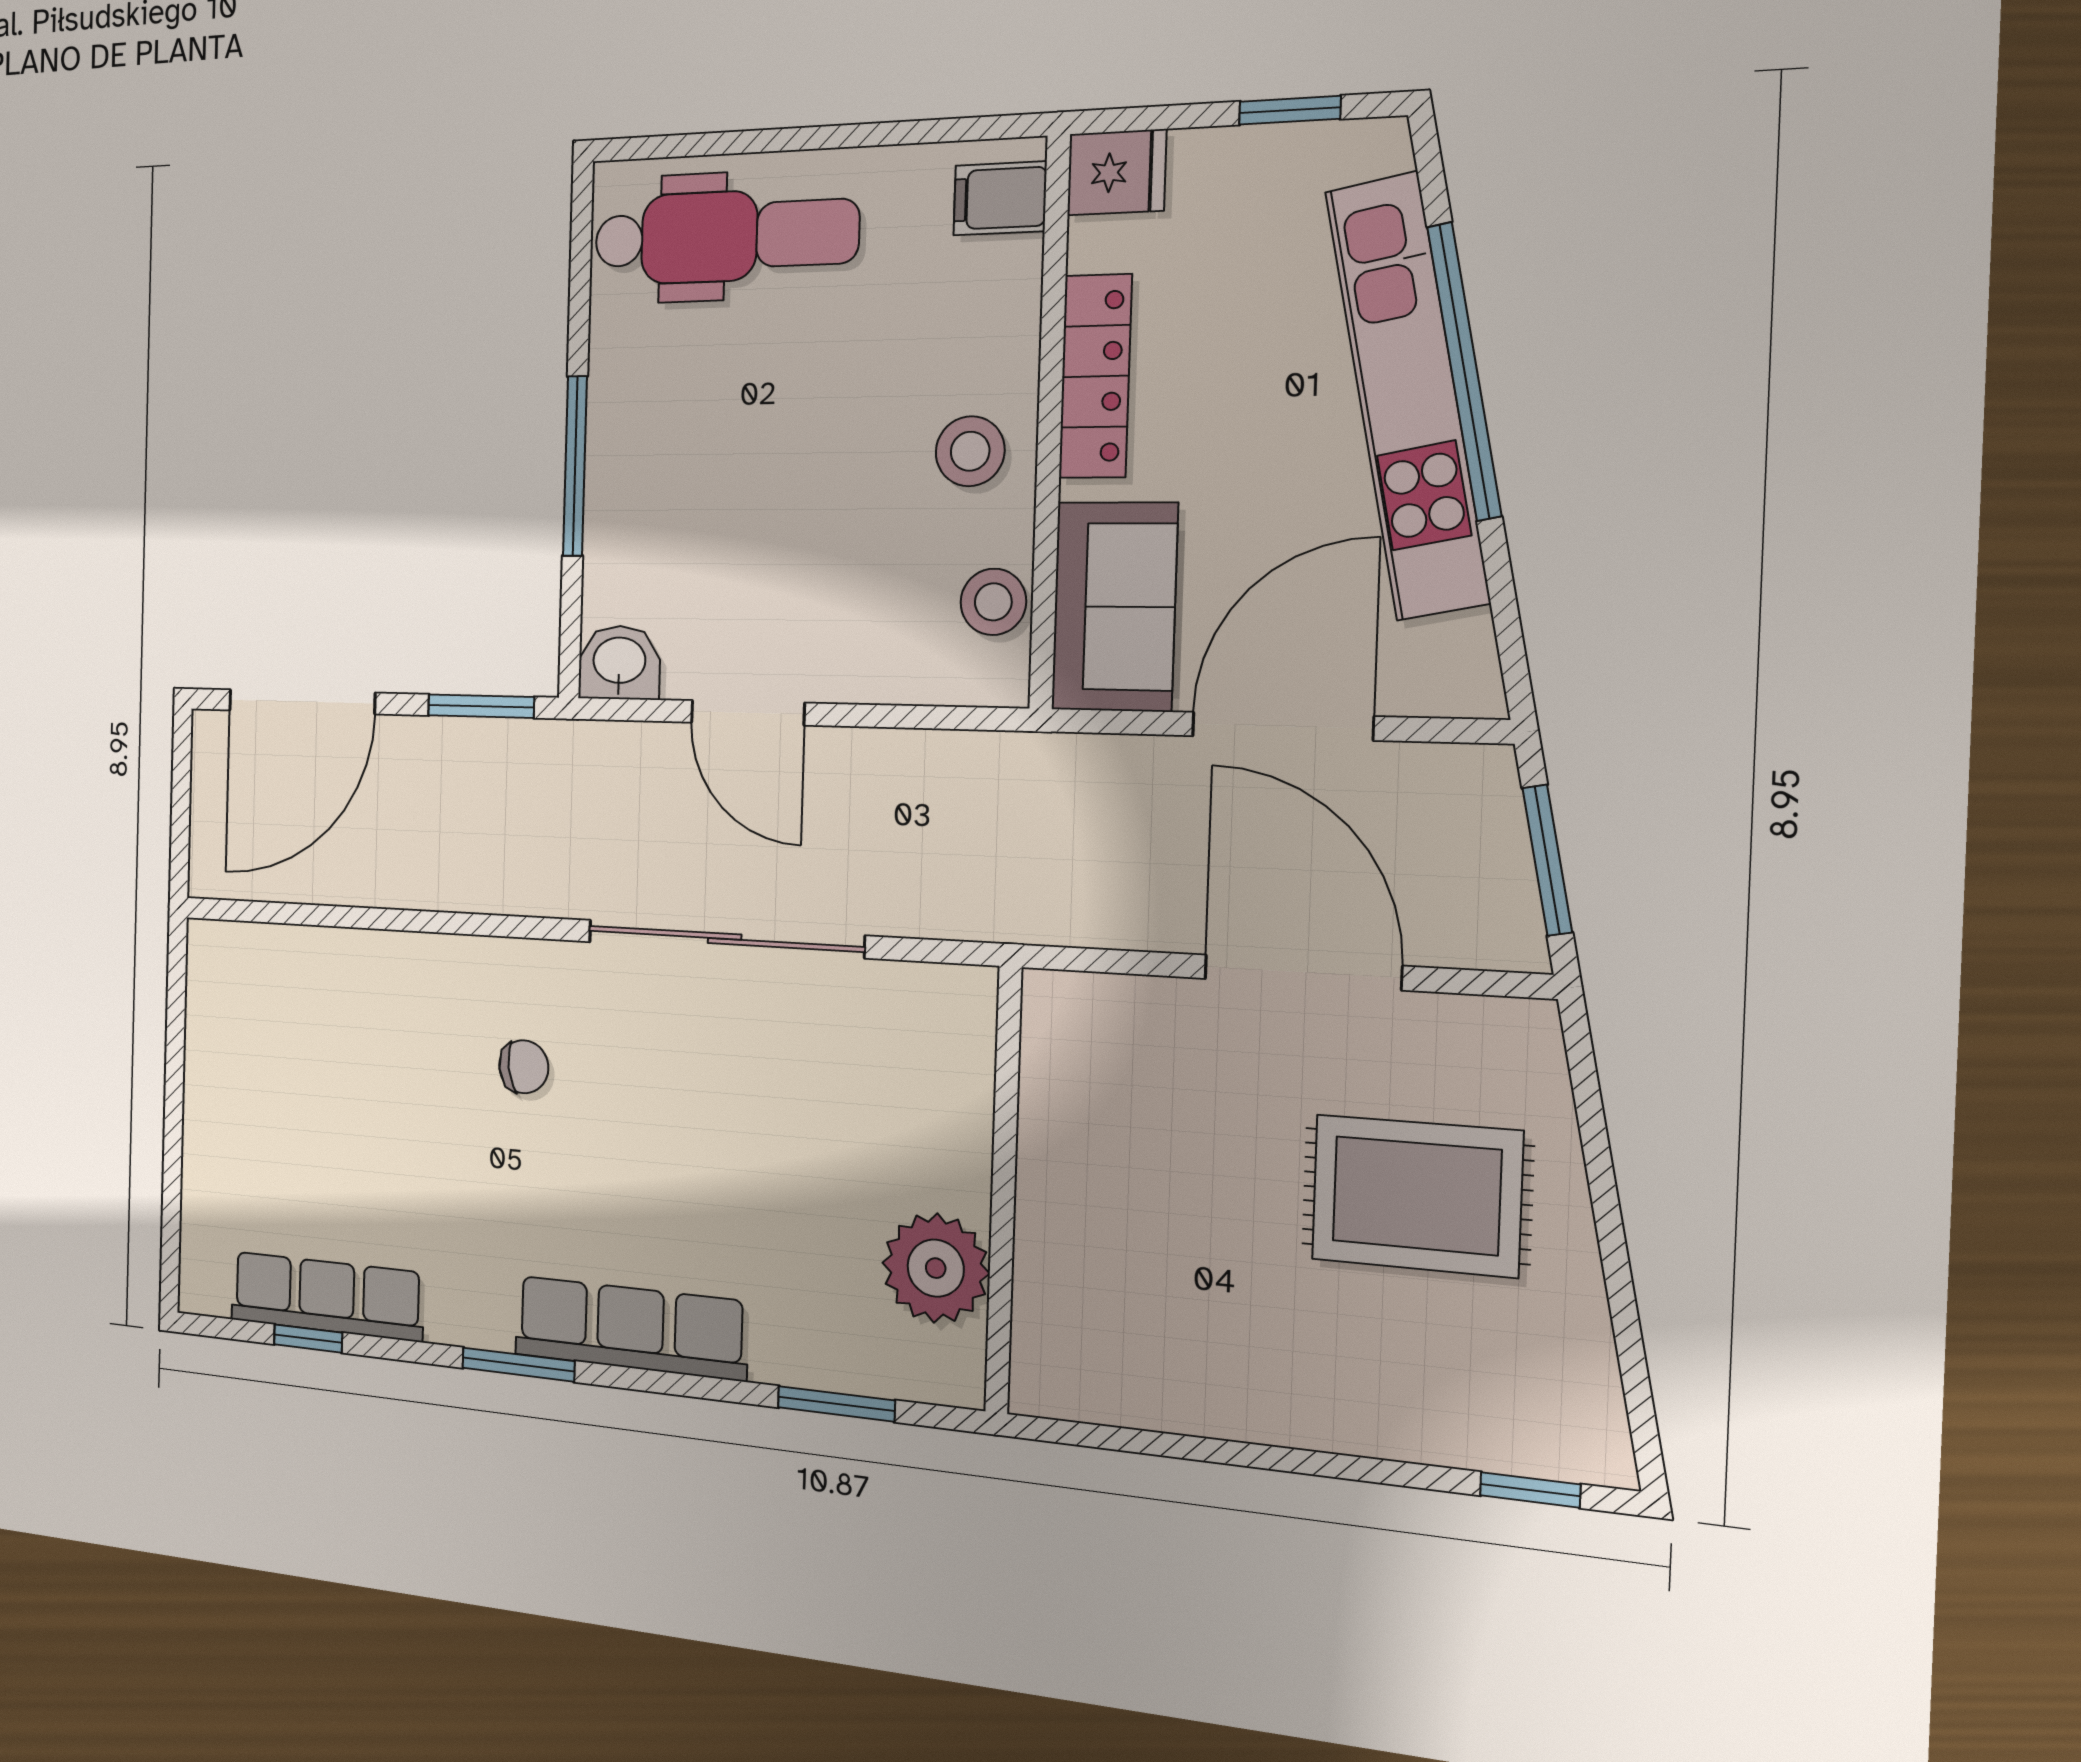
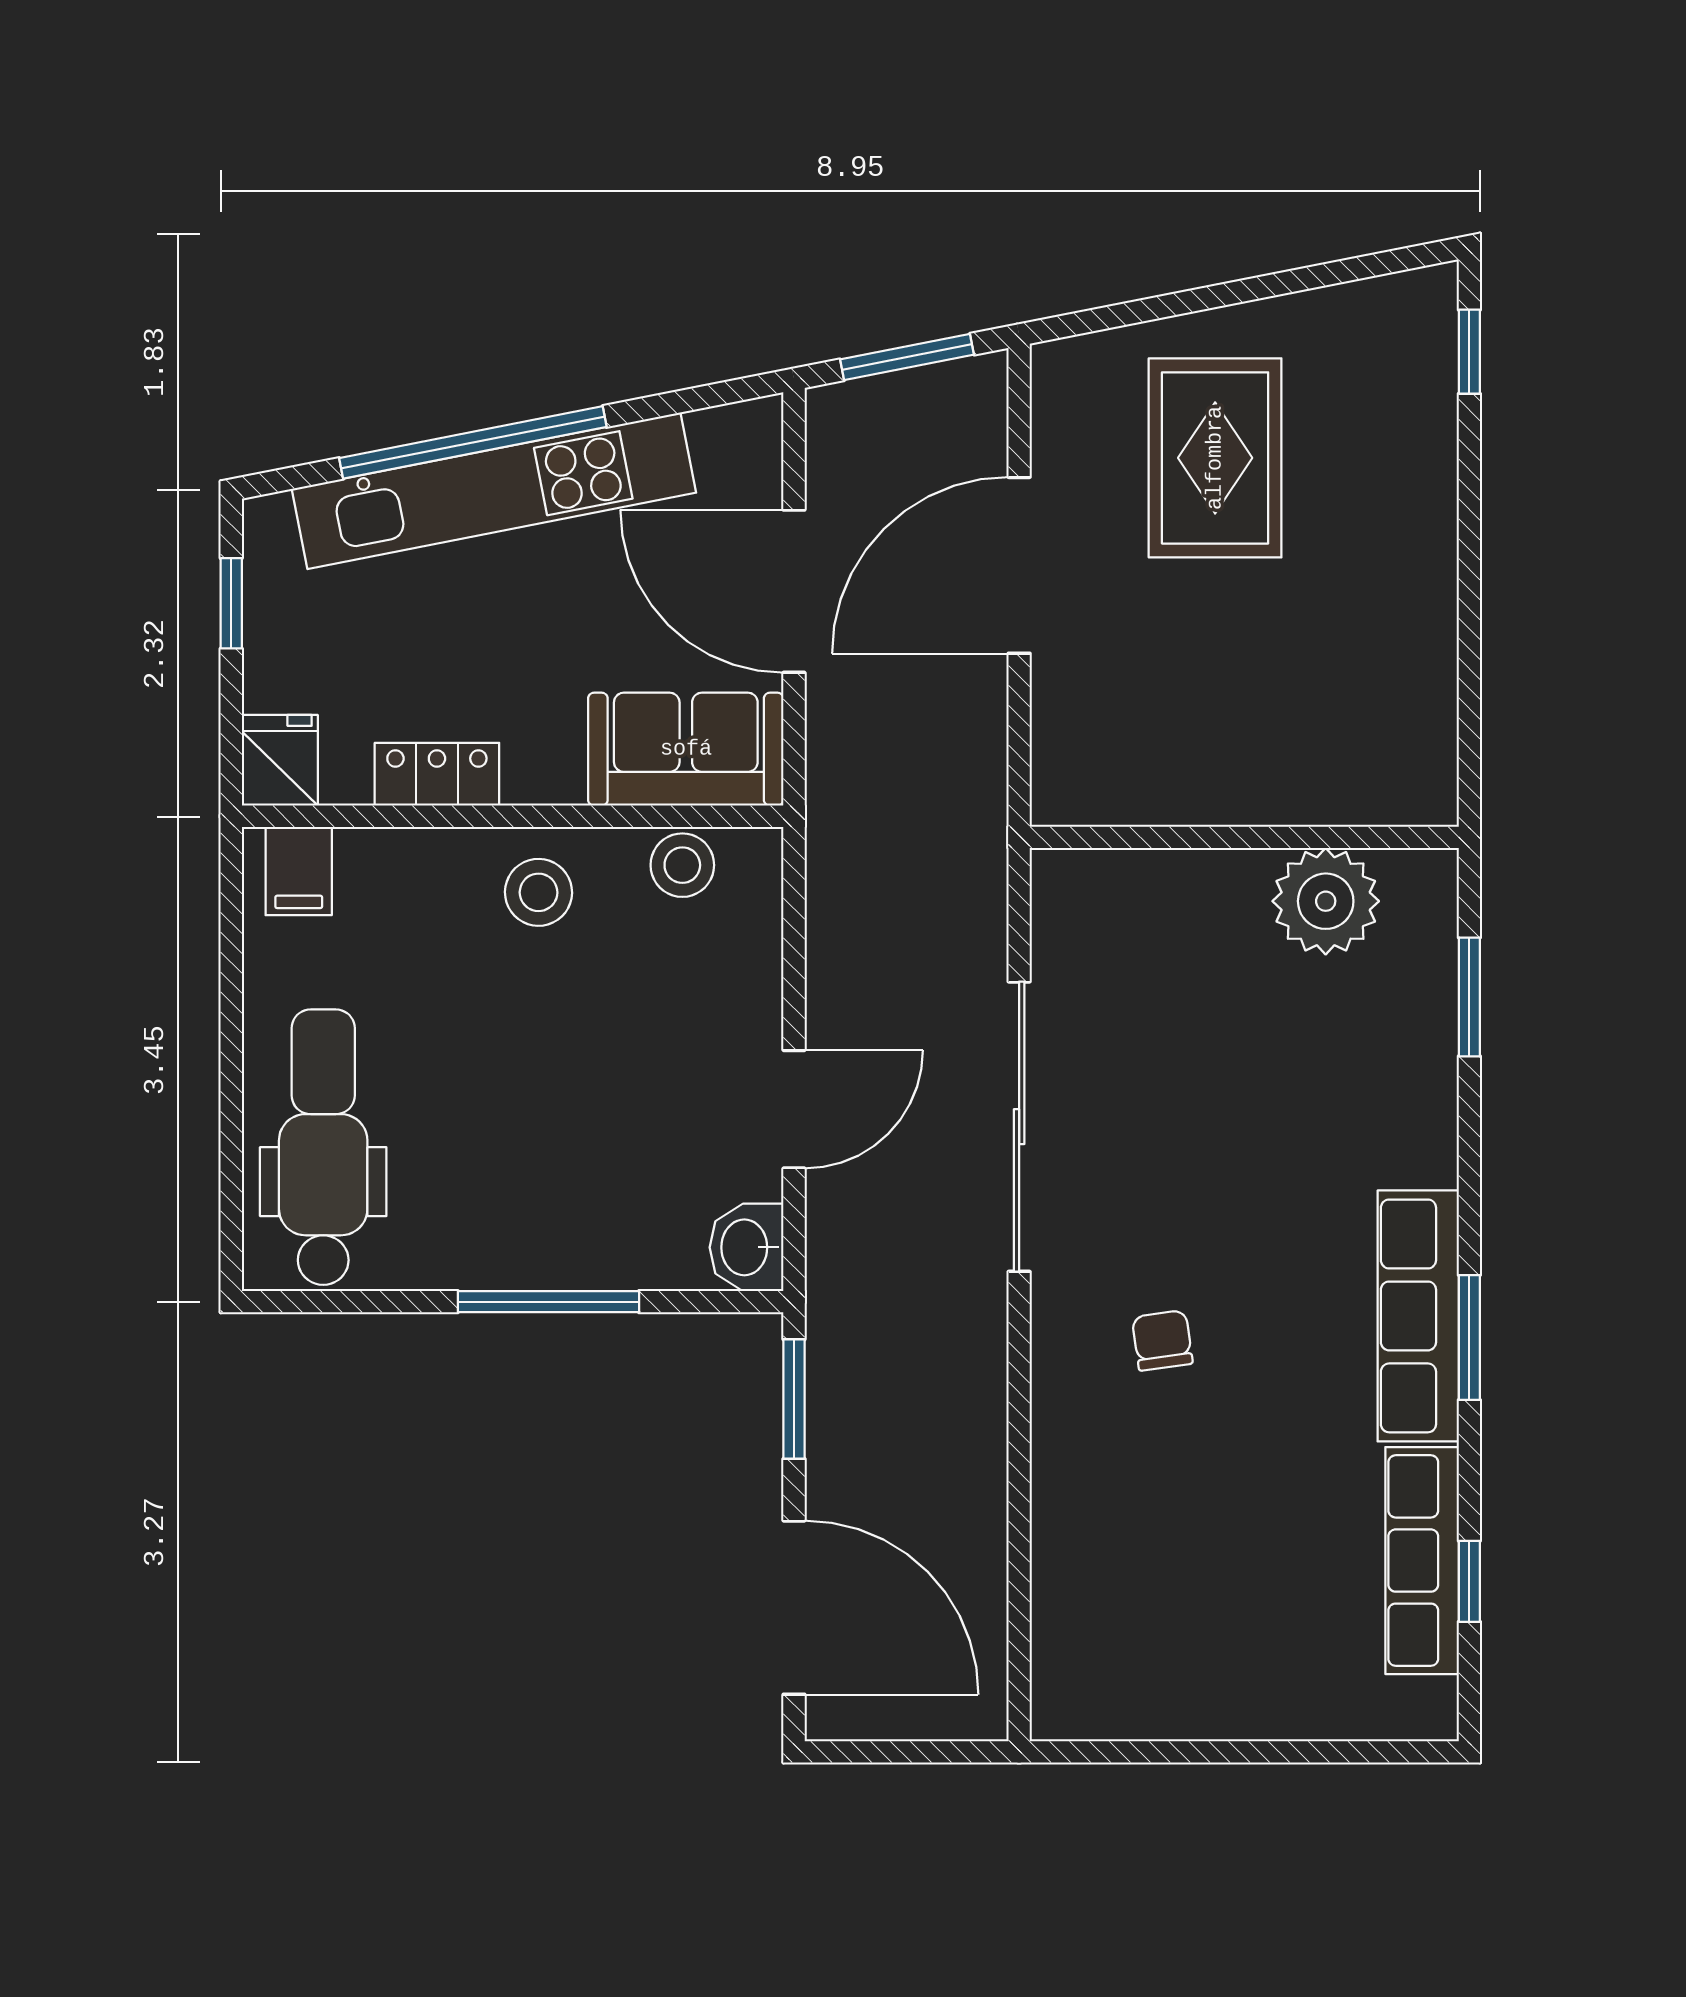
locker: (1095, 376) -> (437, 774), width x0.66
row of seats: (630, 1328) -> (1418, 1316), moved

